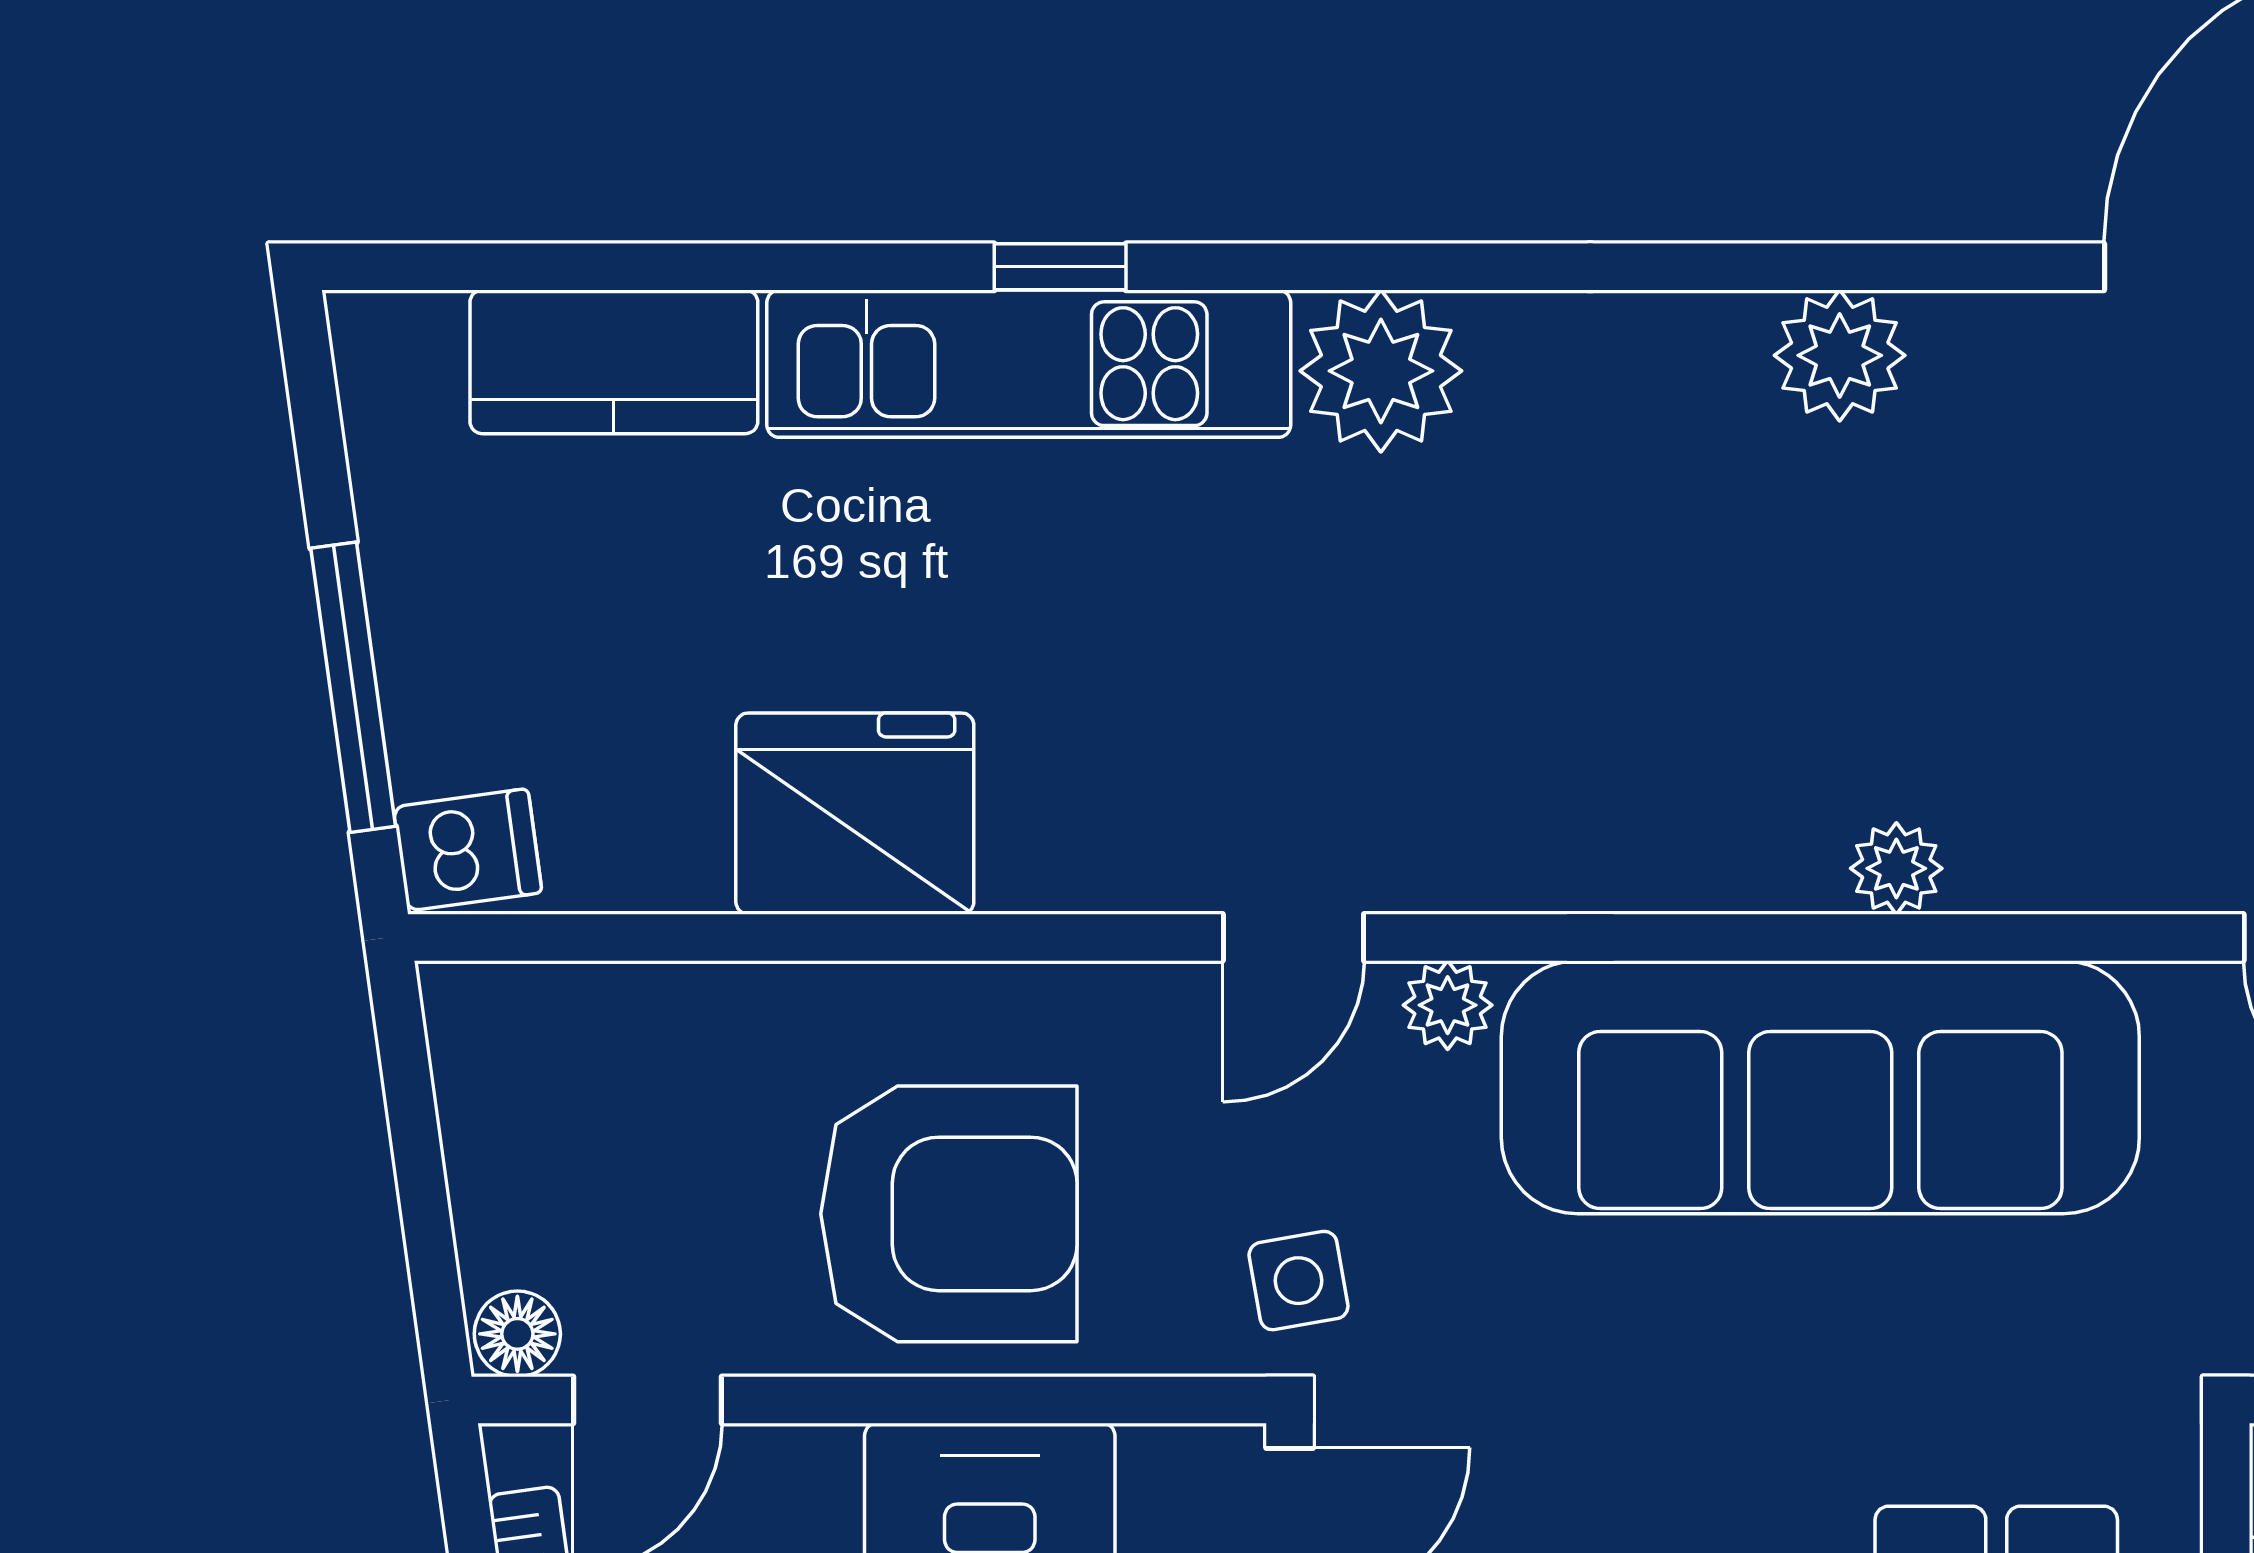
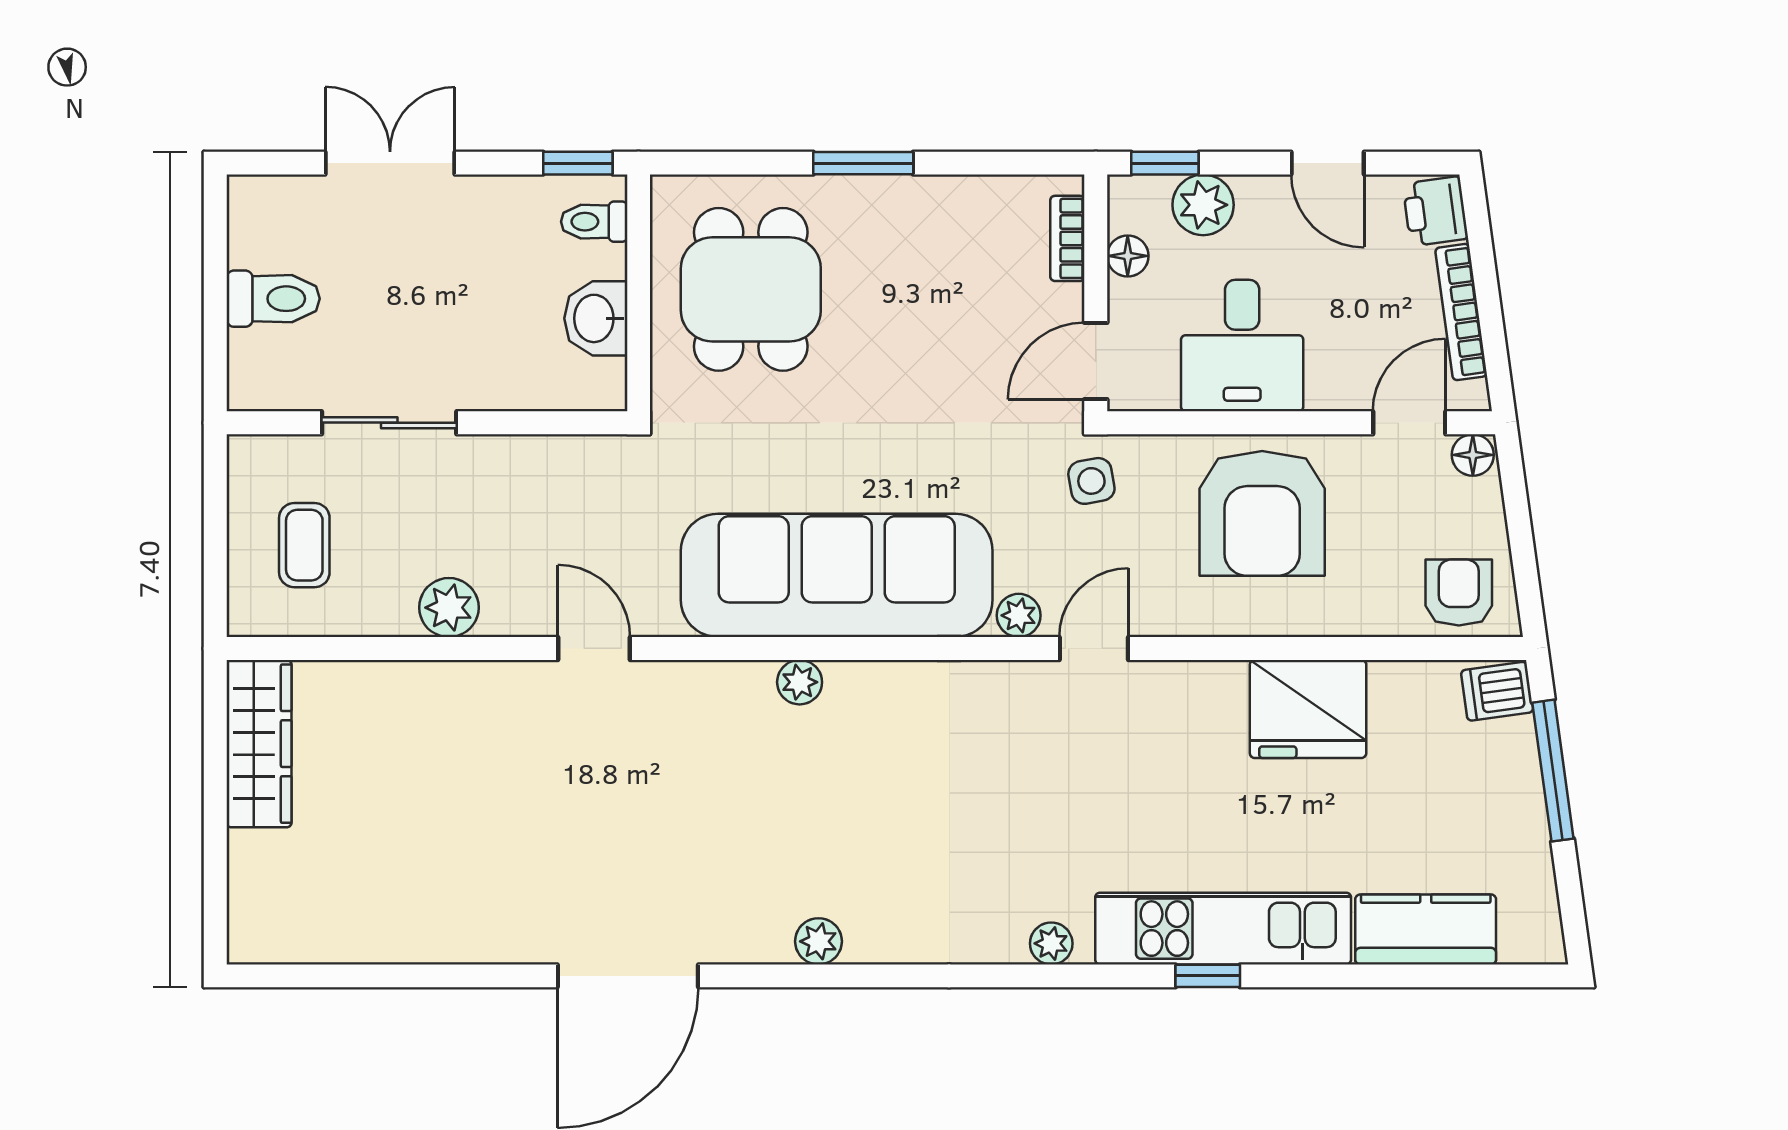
plant: (1840, 355) -> (818, 941), width x0.73, depth x0.73
plant: (1381, 371) -> (1051, 943), width x0.53, depth x0.53
armchair: (546, 1052) -> (1459, 593), added
armchair: (949, 1214) -> (1262, 513), turned -90

